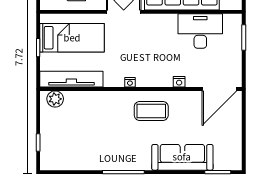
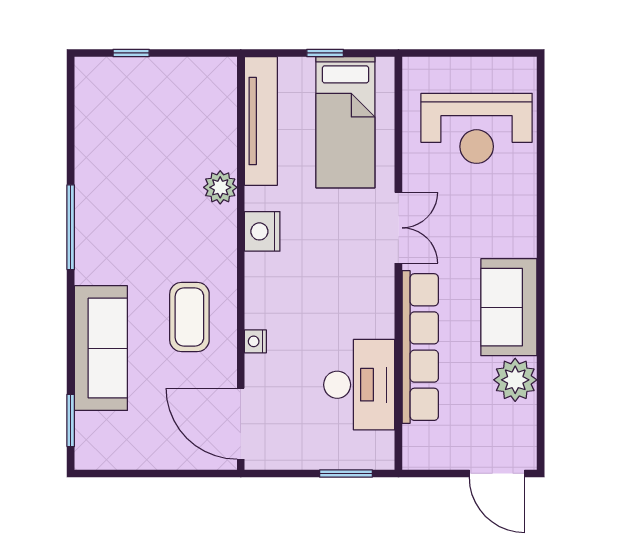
nightstand: (130, 82) -> (262, 231), width x1.89, depth x1.79
plant: (55, 99) -> (220, 187), moved
coffee table: (151, 111) -> (189, 317), moved

